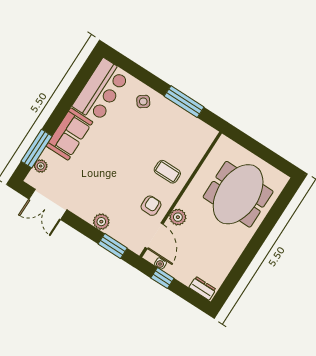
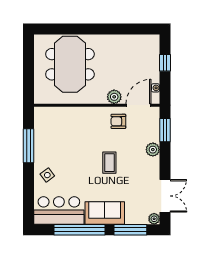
window: (69, 99) -> (80, 230), added
plant: (41, 166) -> (154, 219), moved
coffee table: (167, 172) -> (109, 163), moved
meeting table: (238, 194) -> (70, 64), turned 90
window: (162, 278) -> (165, 63), moved
dresser: (202, 288) -> (154, 46), removed

